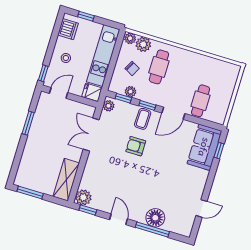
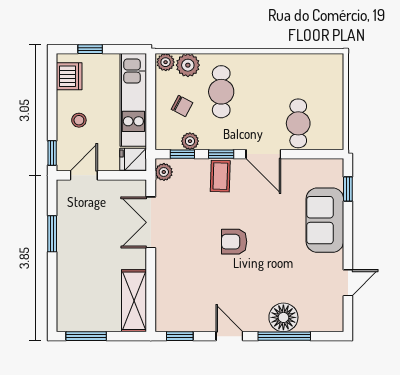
door: (173, 113) -> (263, 154), hinge flipped
armchair: (136, 146) -> (234, 242), moved
sofa: (204, 147) -> (325, 220), moved
plant: (83, 197) -> (167, 319), removed

